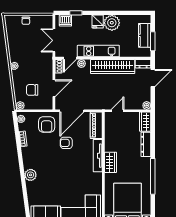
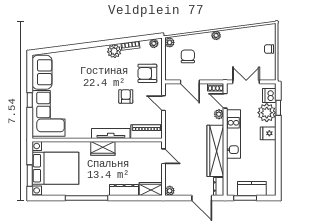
plant: (112, 23) -> (267, 113), moved
door: (72, 111) -> (163, 103), width x0.53
plant: (31, 175) -> (114, 51), moved

